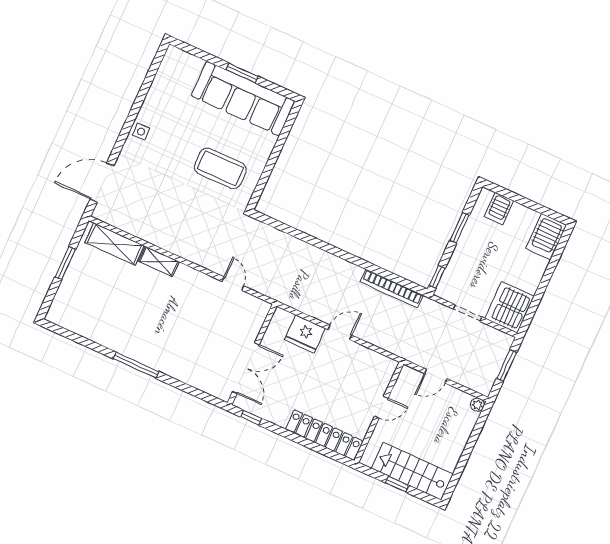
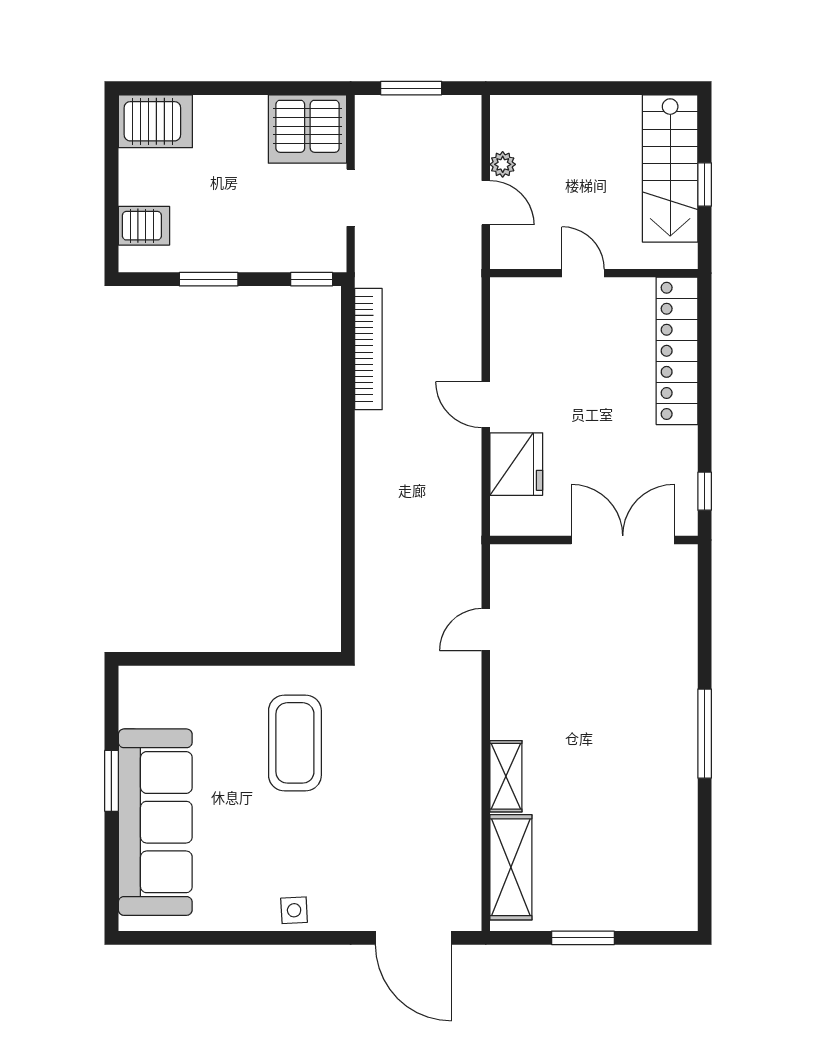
sofa: (243, 98) -> (155, 822), moved
plant: (477, 405) -> (503, 164), moved

